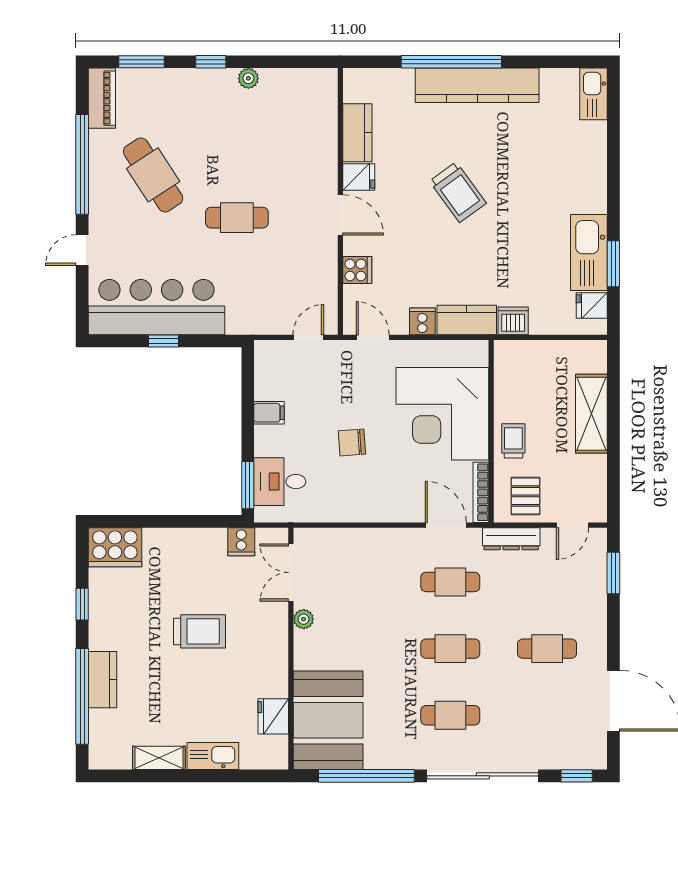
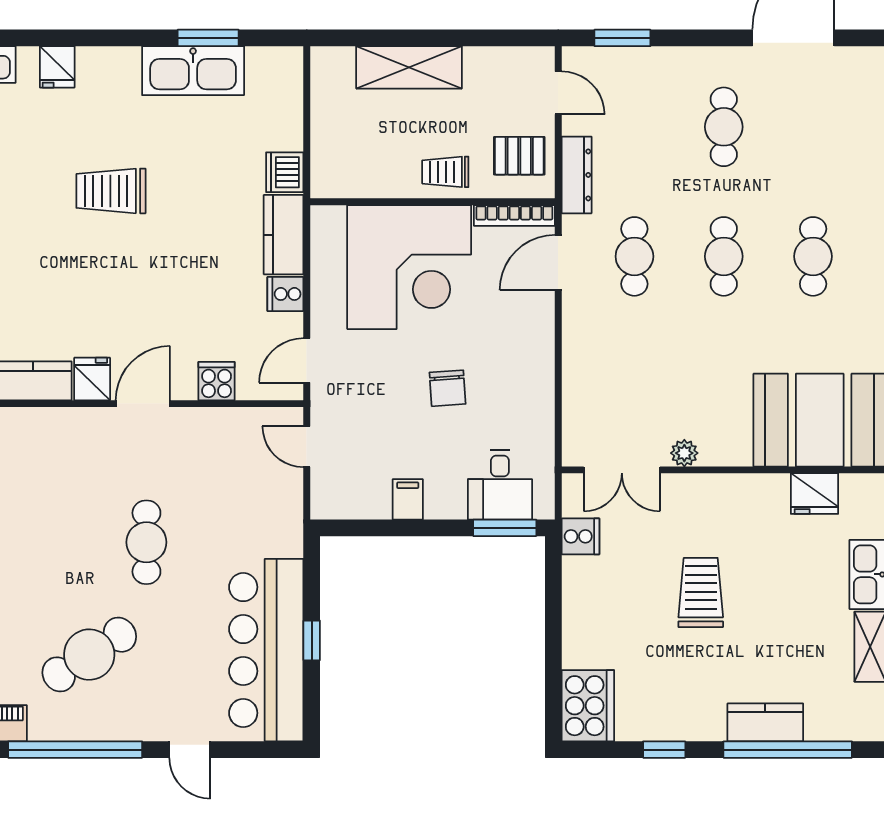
trolley: (458, 192) -> (111, 191), moved, turned -144
fridge: (592, 305) -> (57, 67), moved

